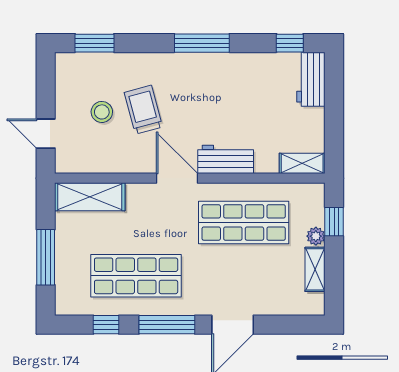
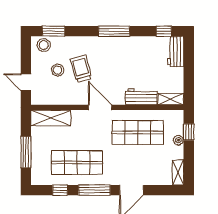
stool: (77, 68) -> (44, 45), added
workbench: (226, 159) -> (141, 97), moved
shelving: (315, 269) -> (178, 173), moved

